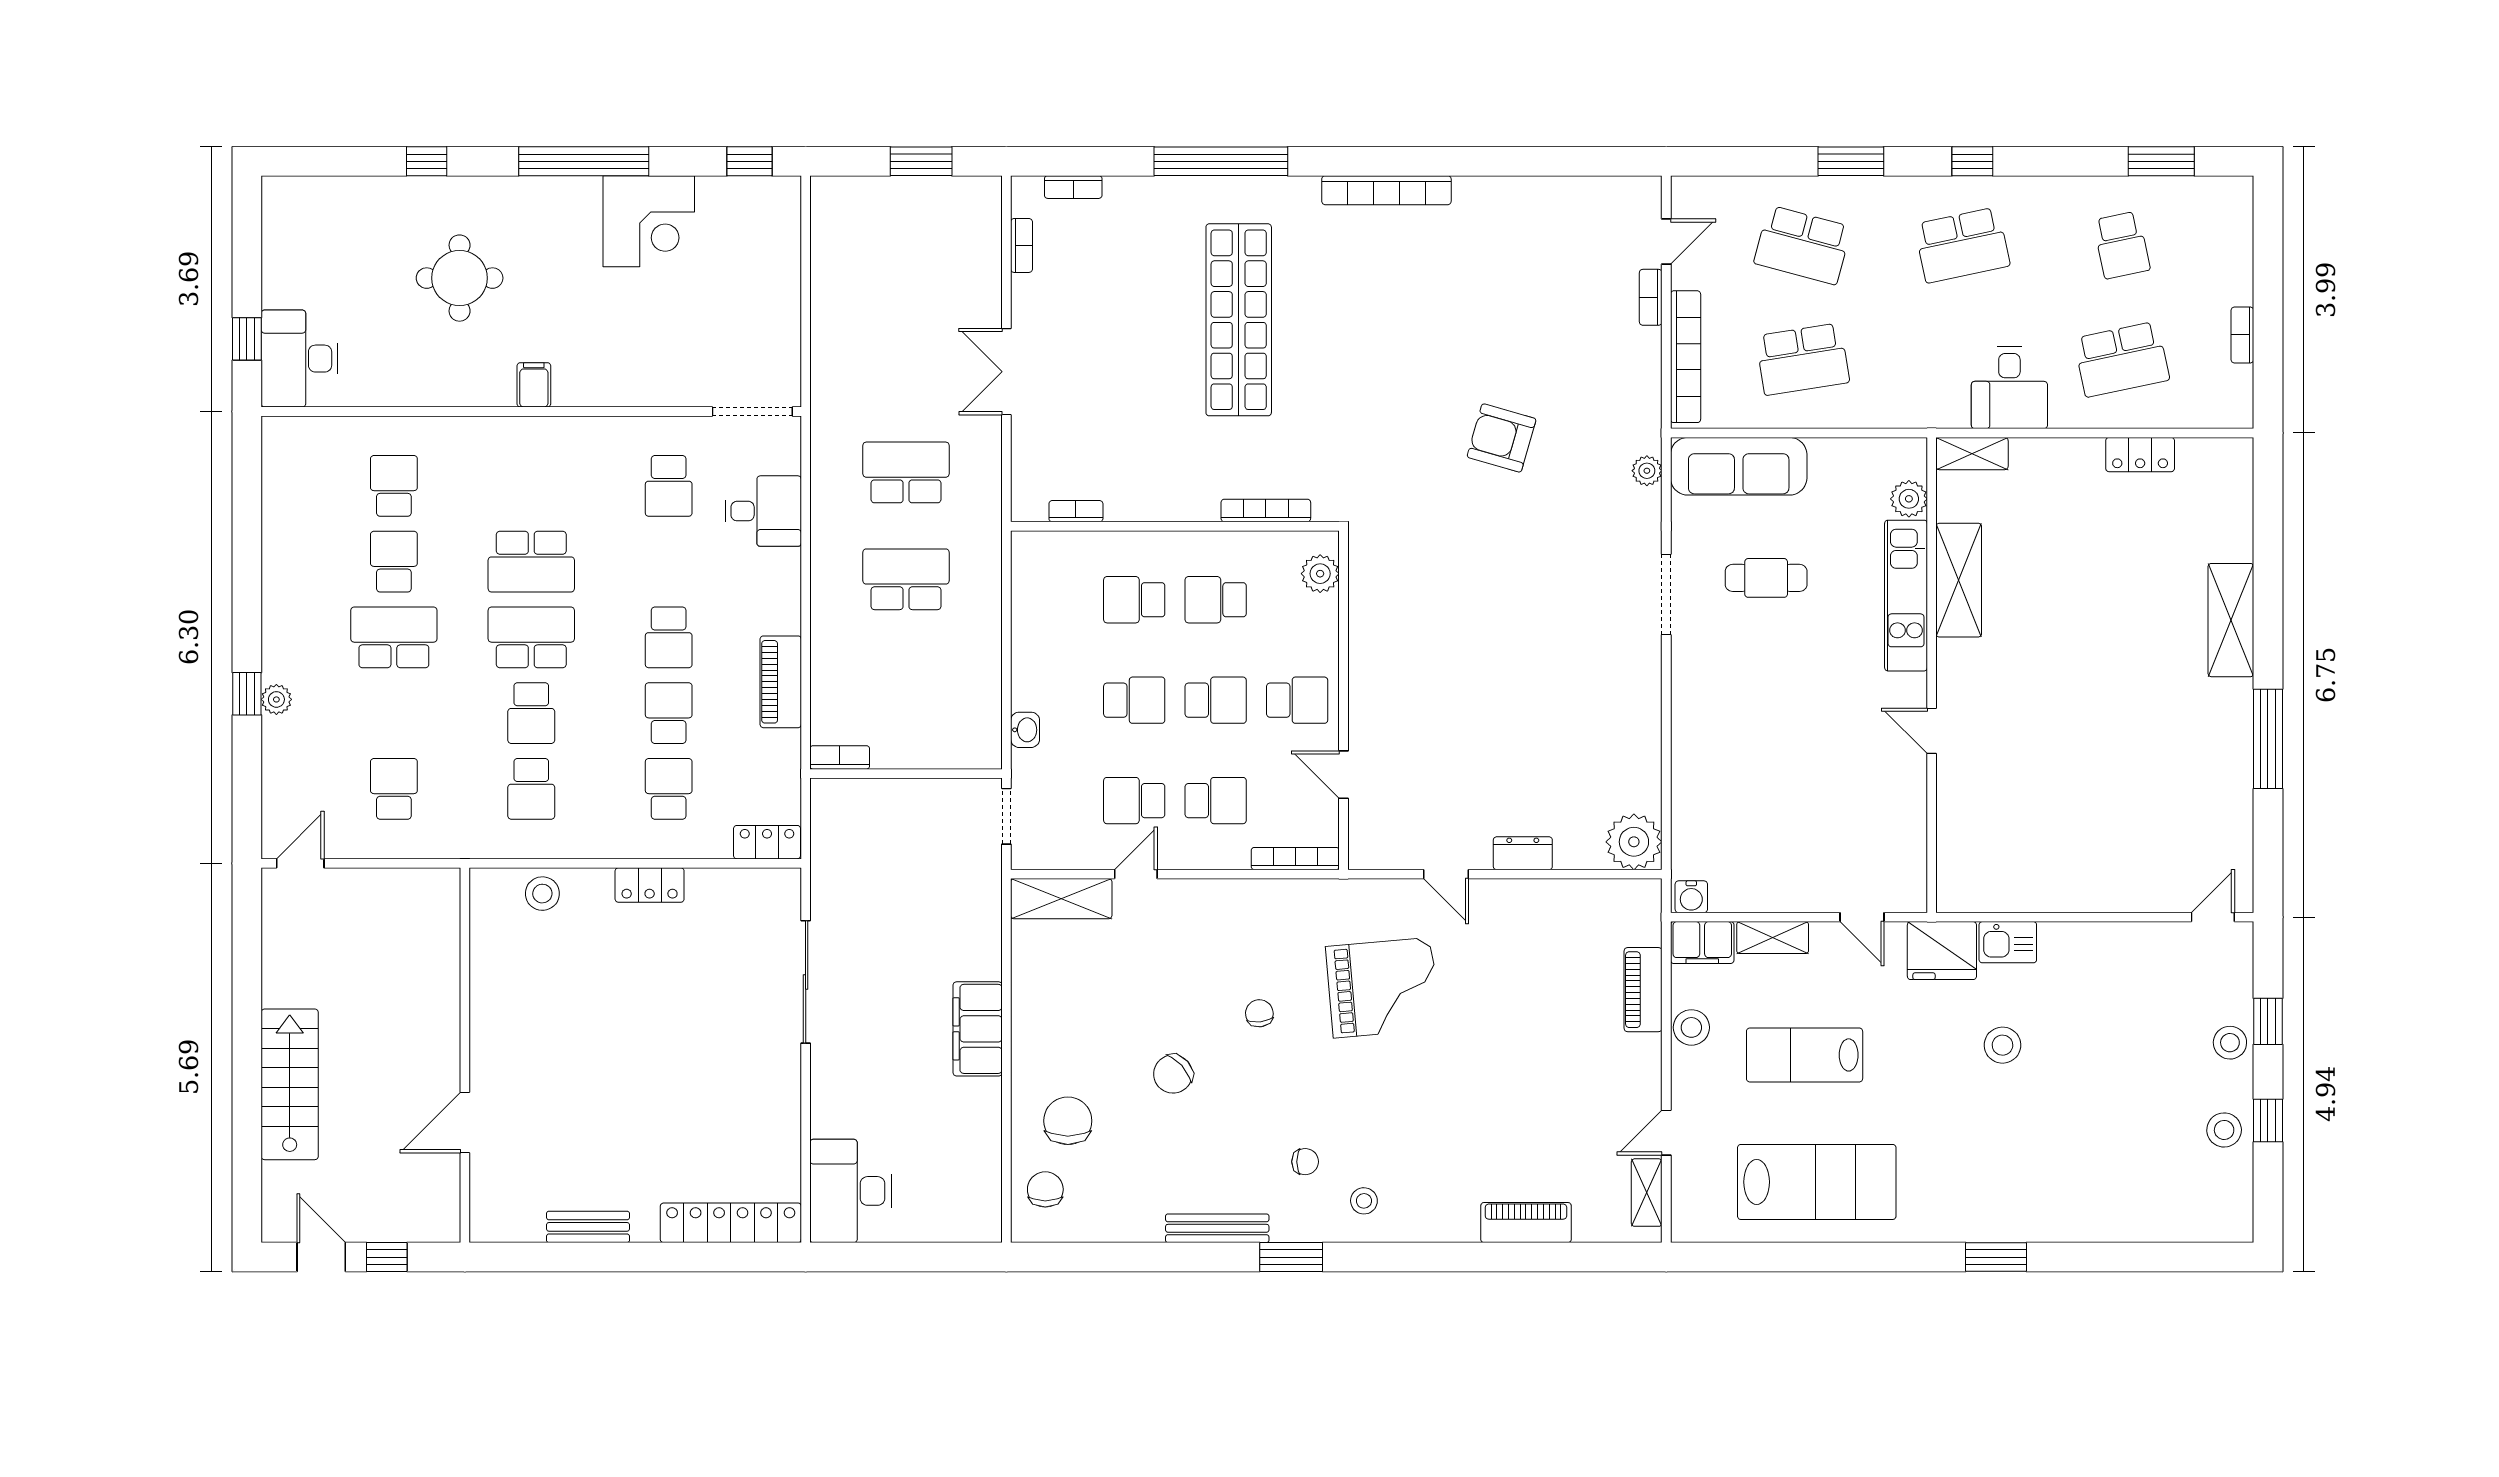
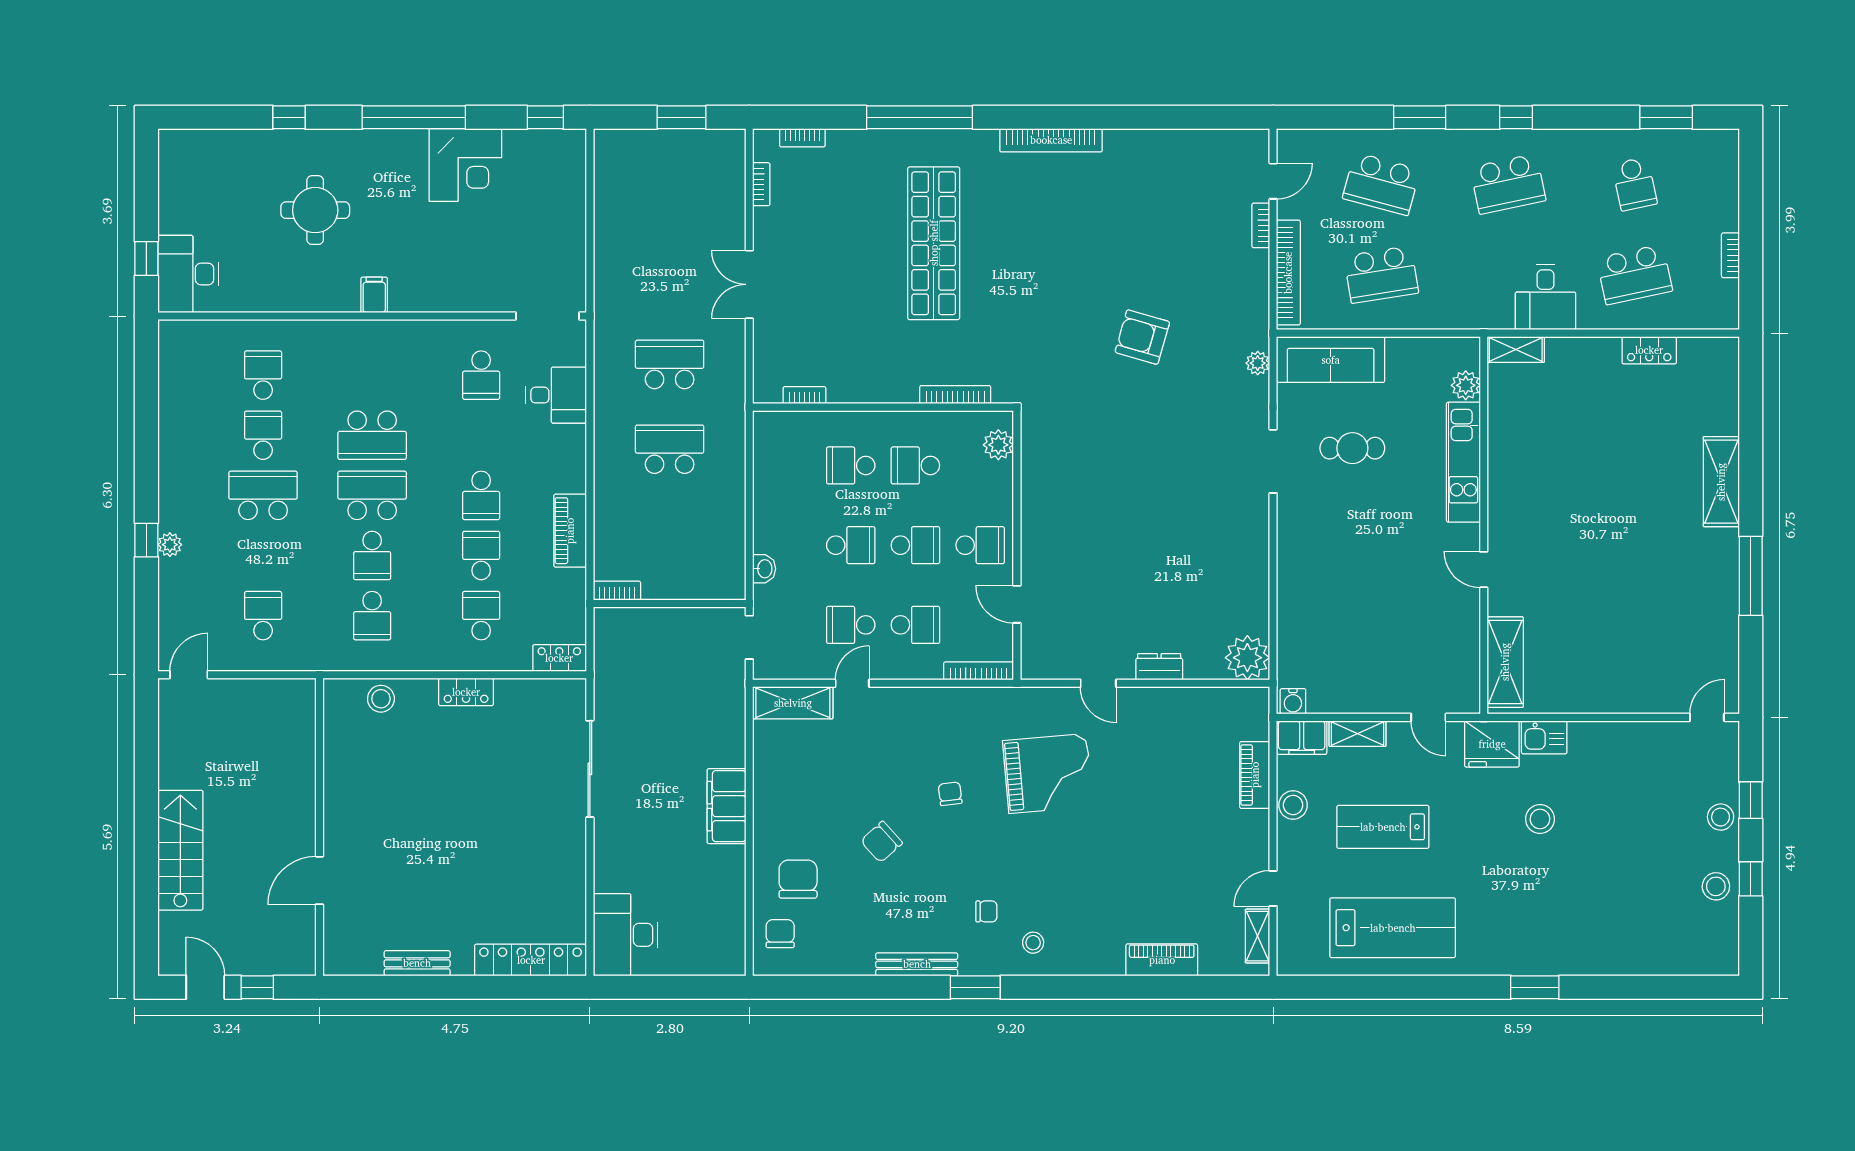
shelving: (1959, 580) -> (1505, 662), moved

